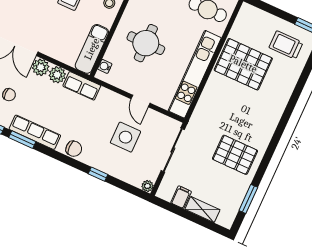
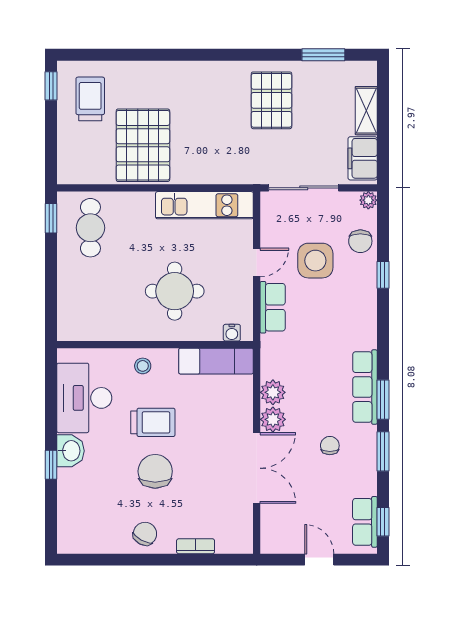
trolley: (286, 45) -> (90, 99), turned 180
kitchen unit: (195, 74) -> (204, 205), width x0.73
row of seats: (82, 86) -> (273, 307), moved
chair: (74, 149) -> (360, 241), moved, turned 180
filing cabinet: (181, 197) -> (363, 158), width x2.00

